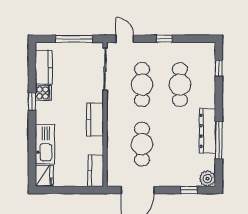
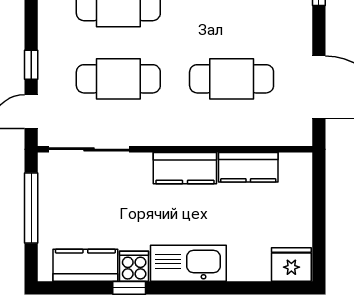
window: (164, 39) -> (31, 65), moved
window: (32, 101) -> (129, 288), moved
kitchen sink: (45, 144) -> (188, 263), moved
kitchen counter: (95, 171) -> (248, 167), moved

